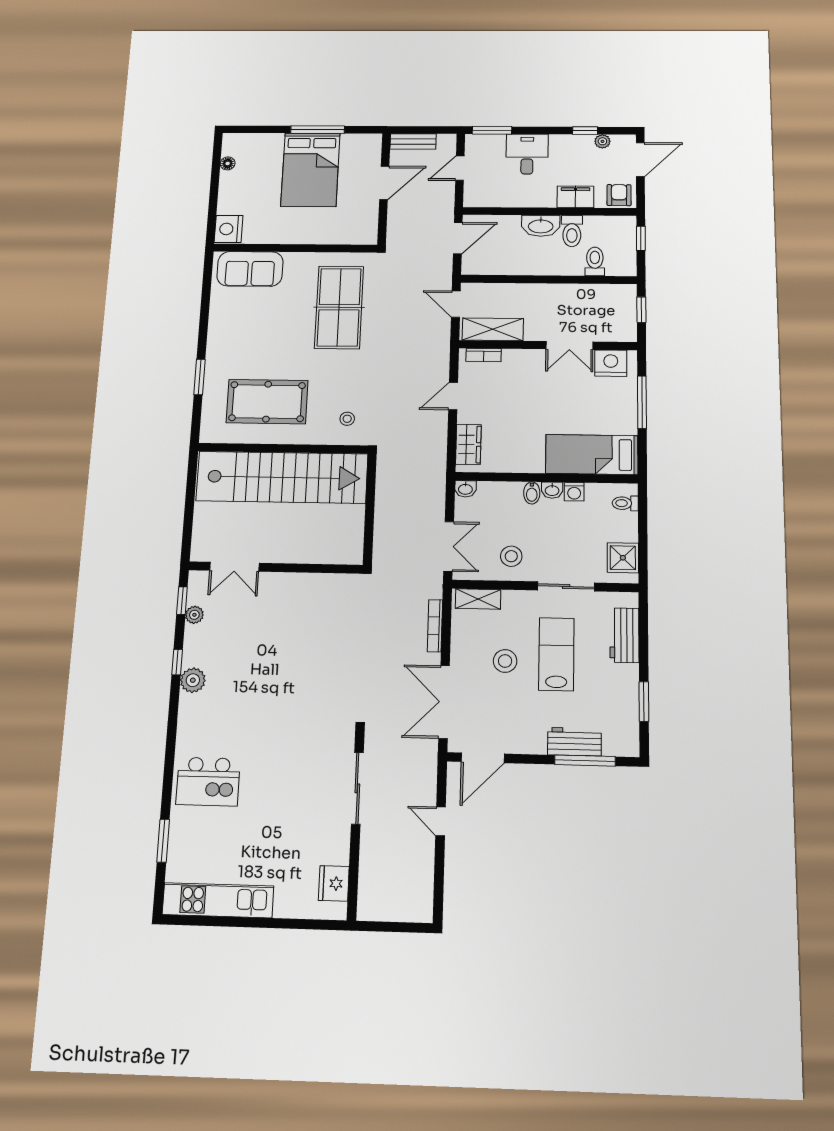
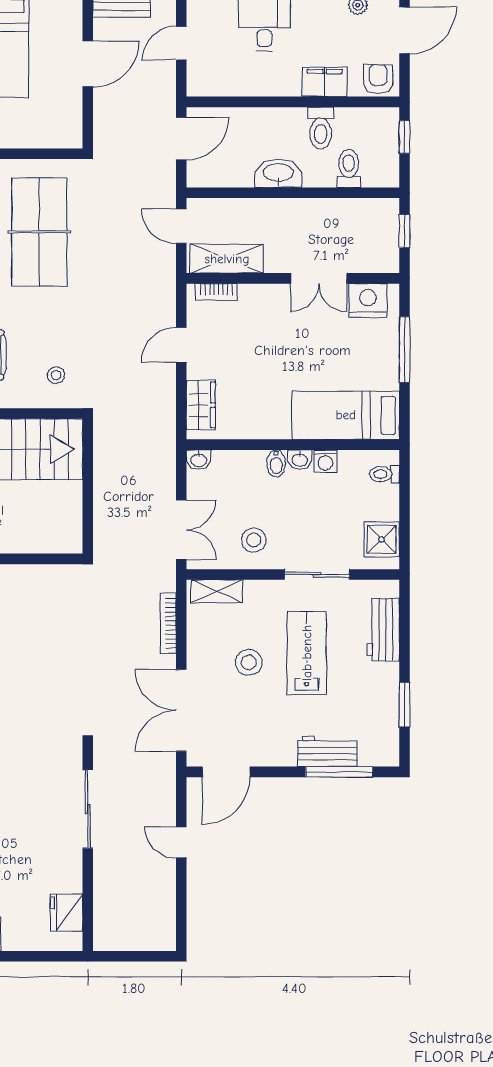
washbasin: (541, 226) -> (278, 173), moved, turned 180

